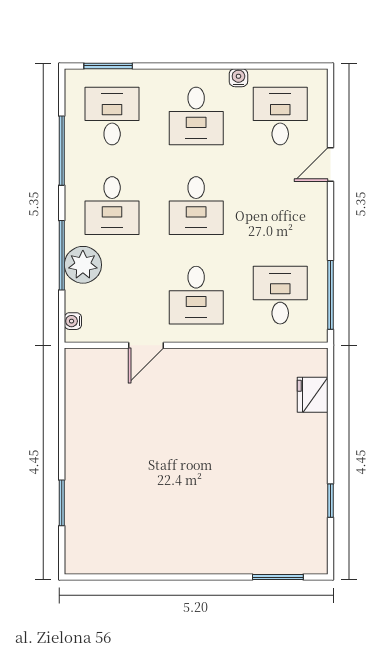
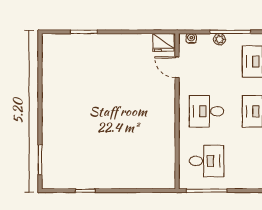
plant: (83, 265) -> (219, 39), width x0.53, depth x0.53
door: (146, 345) -> (177, 67), moved
fridge: (313, 395) -> (163, 42), moved, turned 180

